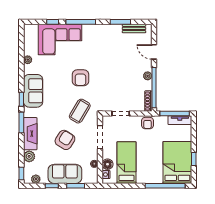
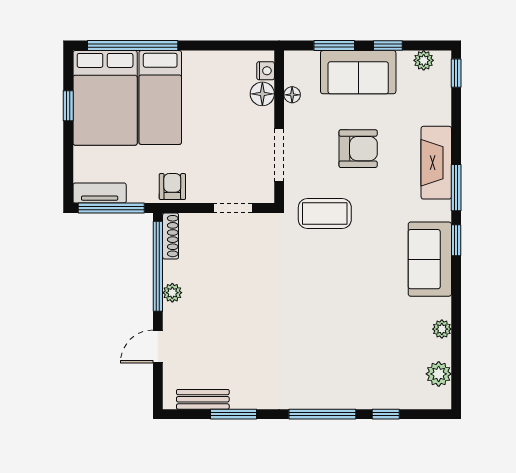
corner sofa: (60, 39) -> (369, 375), removed
door: (154, 52) -> (158, 347), swing flipped
armchair: (80, 78) -> (323, 288), removed
coffee table: (80, 111) -> (325, 214), turned 59
armchair: (65, 140) -> (358, 149), turned -122
plant: (29, 156) -> (439, 374), moved
bed: (126, 163) -> (160, 97), moved

